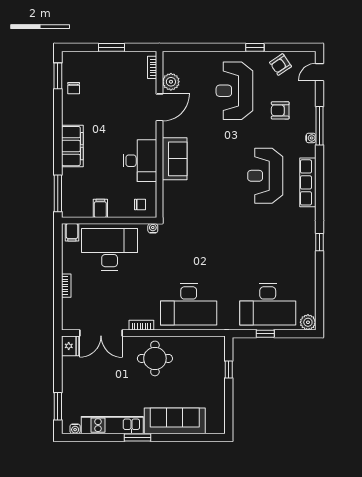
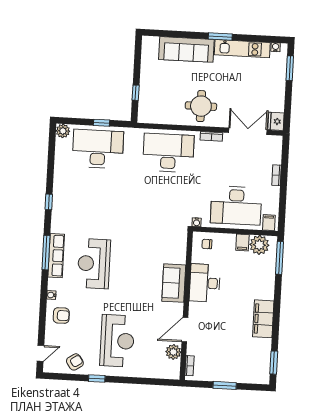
chair: (74, 88) -> (260, 351), removed
armchair: (280, 110) -> (61, 316), moved
window: (319, 126) -> (46, 253), moved
filing cabinet: (72, 146) -> (263, 319), moved
reception desk: (265, 176) -> (94, 264), turned 180
plant: (81, 207) -> (259, 245), added

